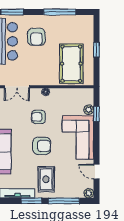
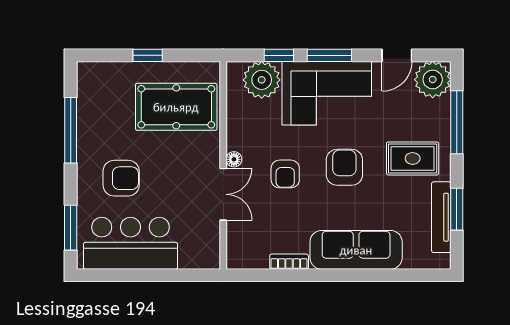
double door: (17, 87) -> (223, 194), moved
plant: (89, 110) -> (262, 80), width x1.87, depth x1.87
window: (96, 139) -> (329, 55), added
plant: (89, 193) -> (433, 80), width x1.88, depth x1.88
window: (31, 201) -> (457, 209), moved

